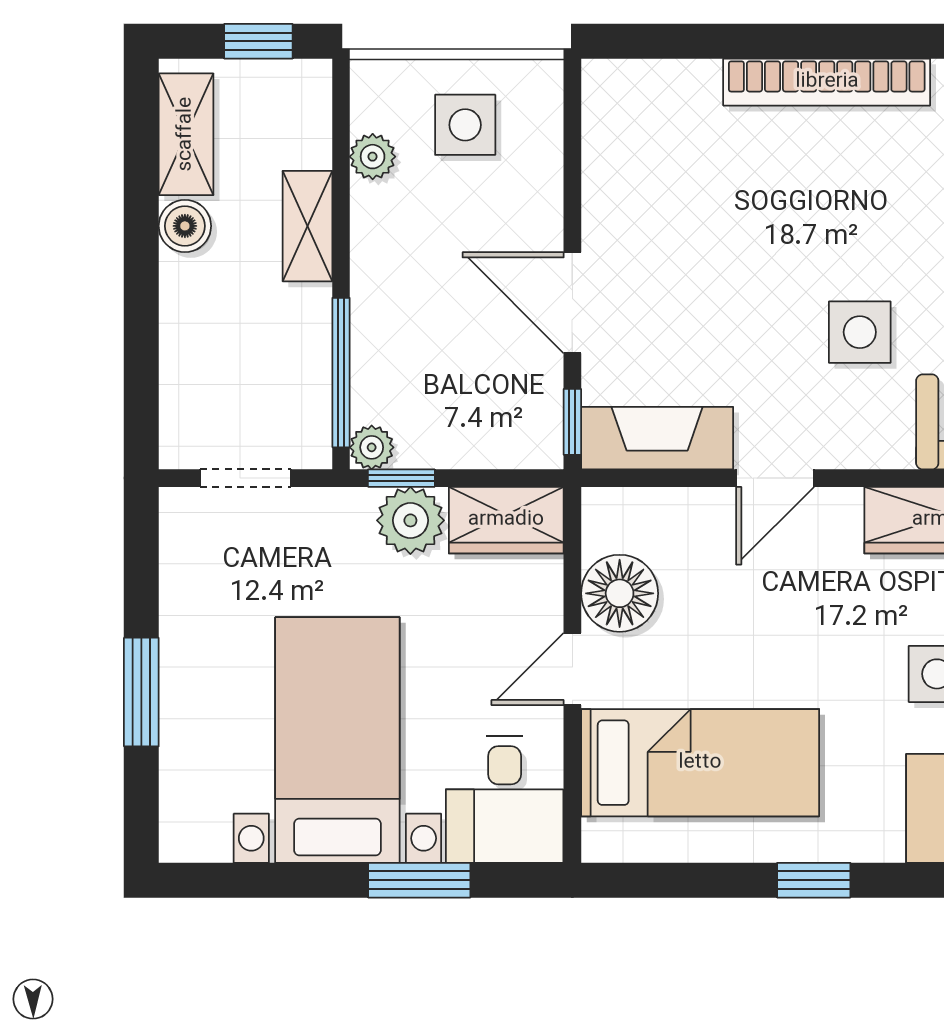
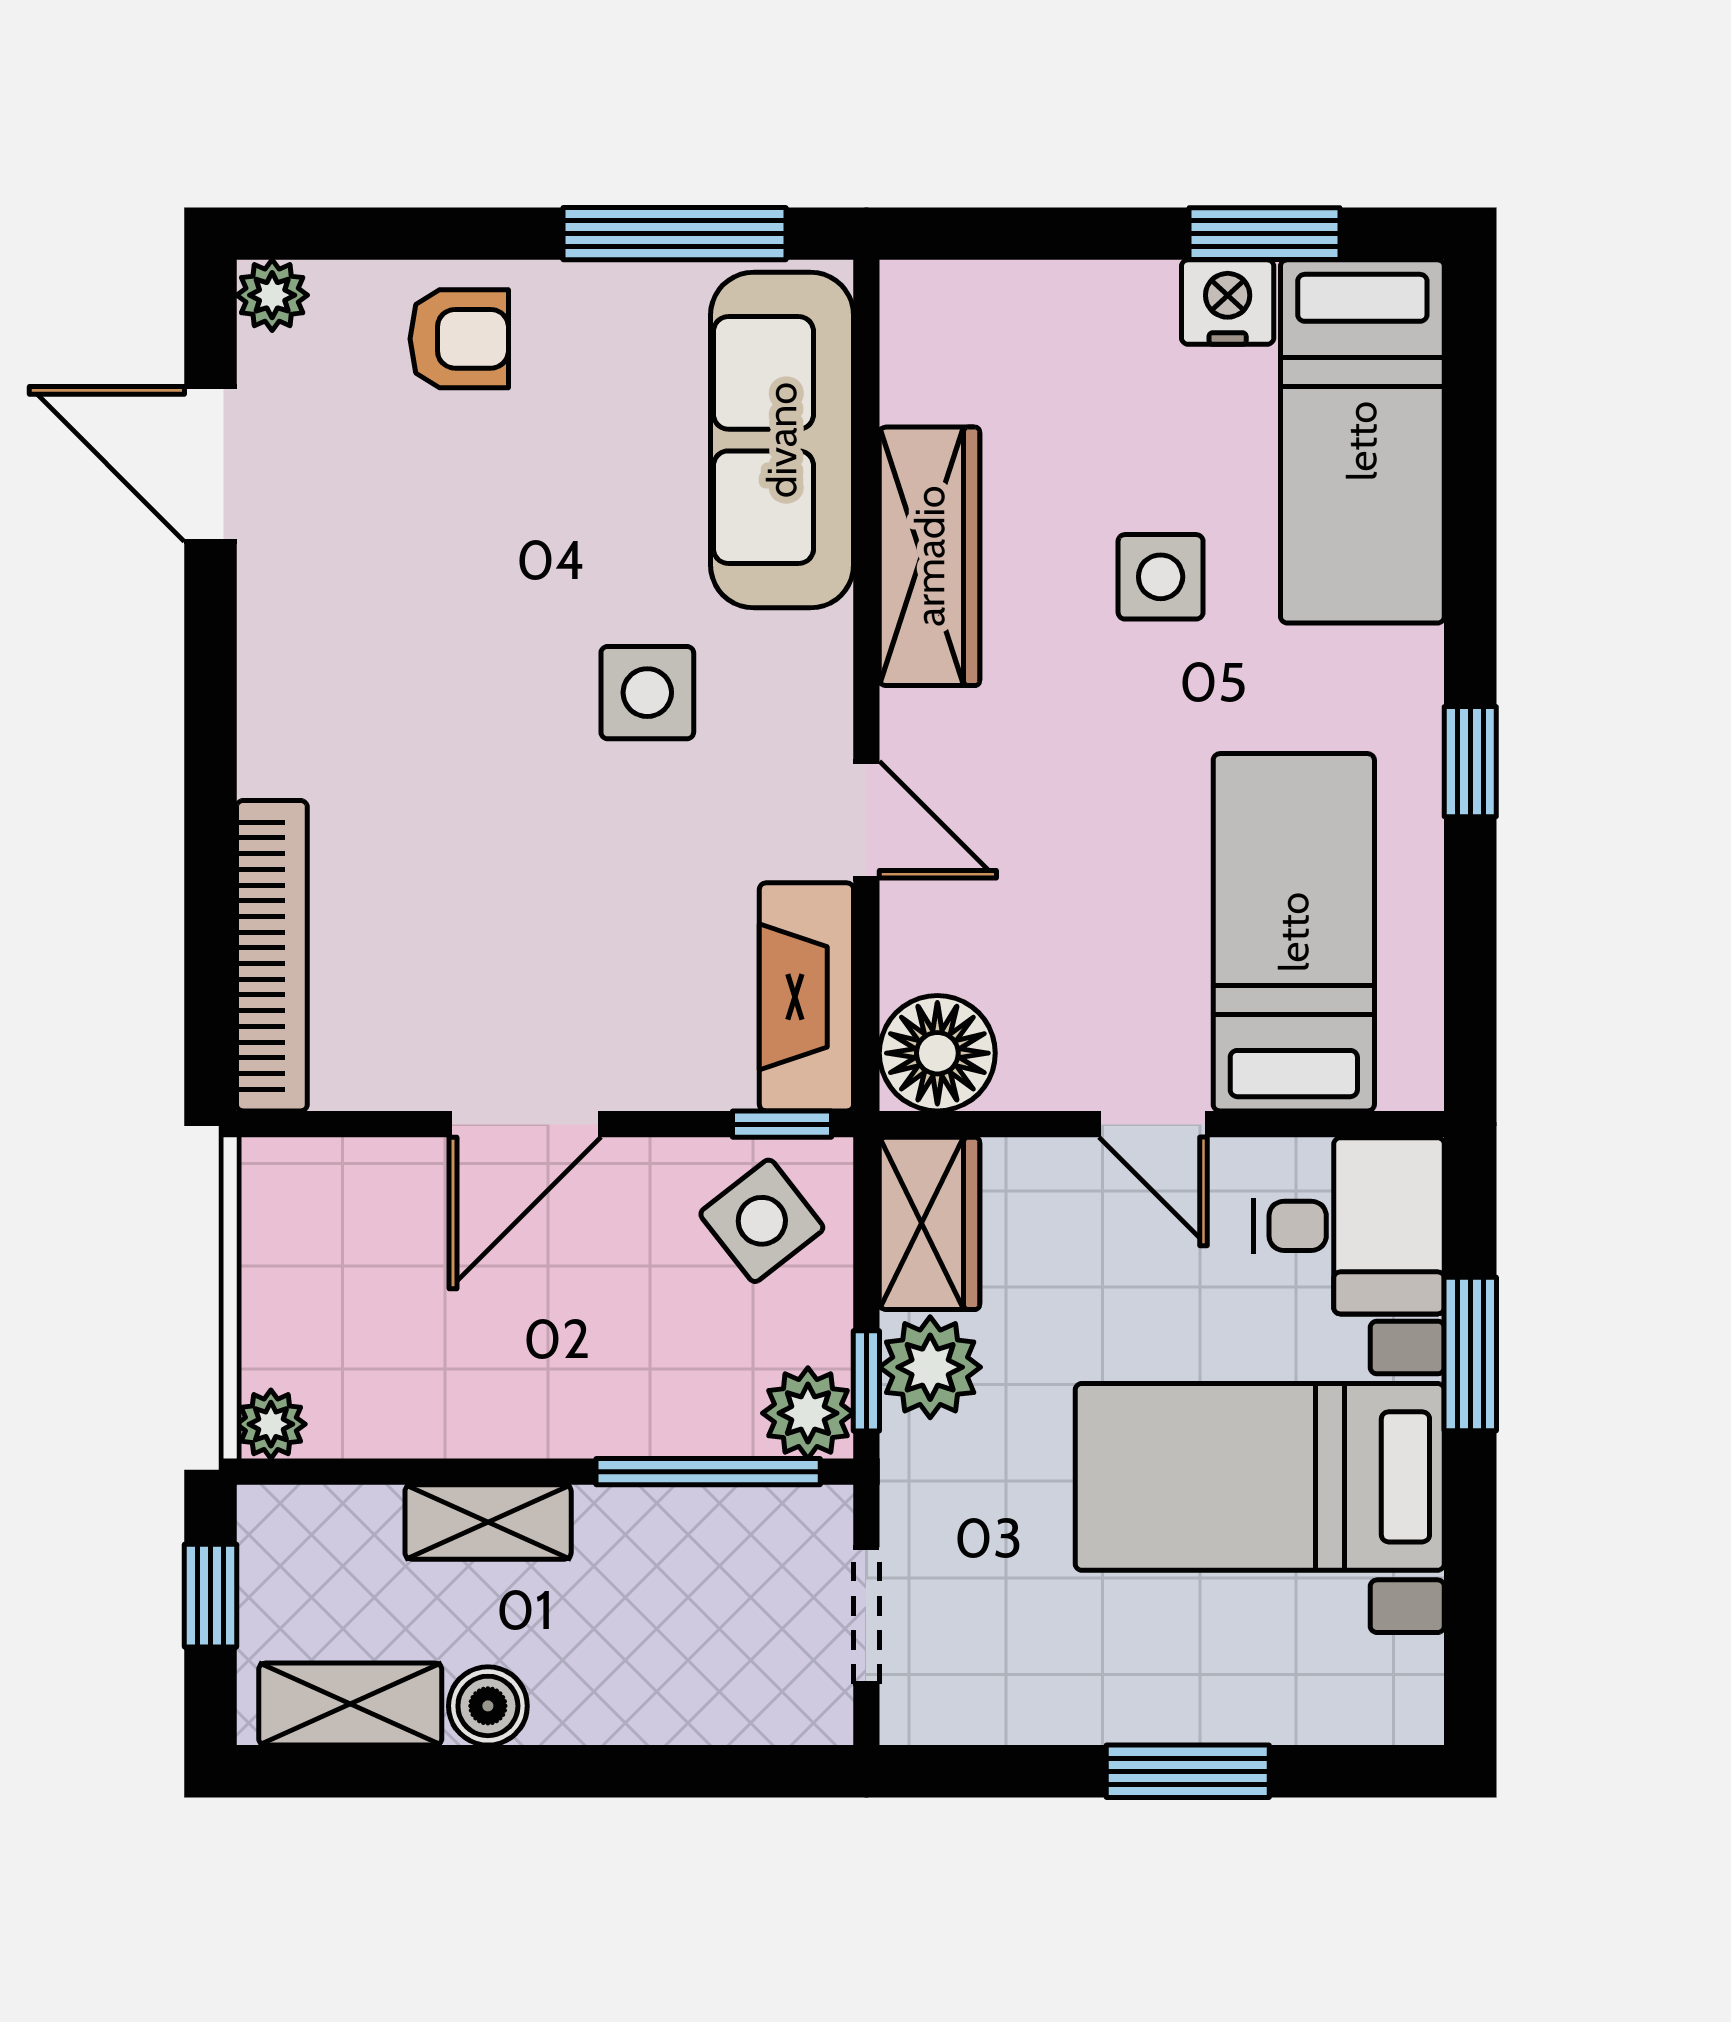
bookcase: (827, 82) -> (272, 956), moved
side table: (465, 125) -> (762, 1221), moved, turned -38
plant: (373, 157) -> (271, 1424), moved
door: (572, 303) -> (525, 1124), moved
plant: (372, 447) -> (808, 1413), width x1.38, depth x1.38
floor lamp: (620, 593) -> (937, 1053), moved

